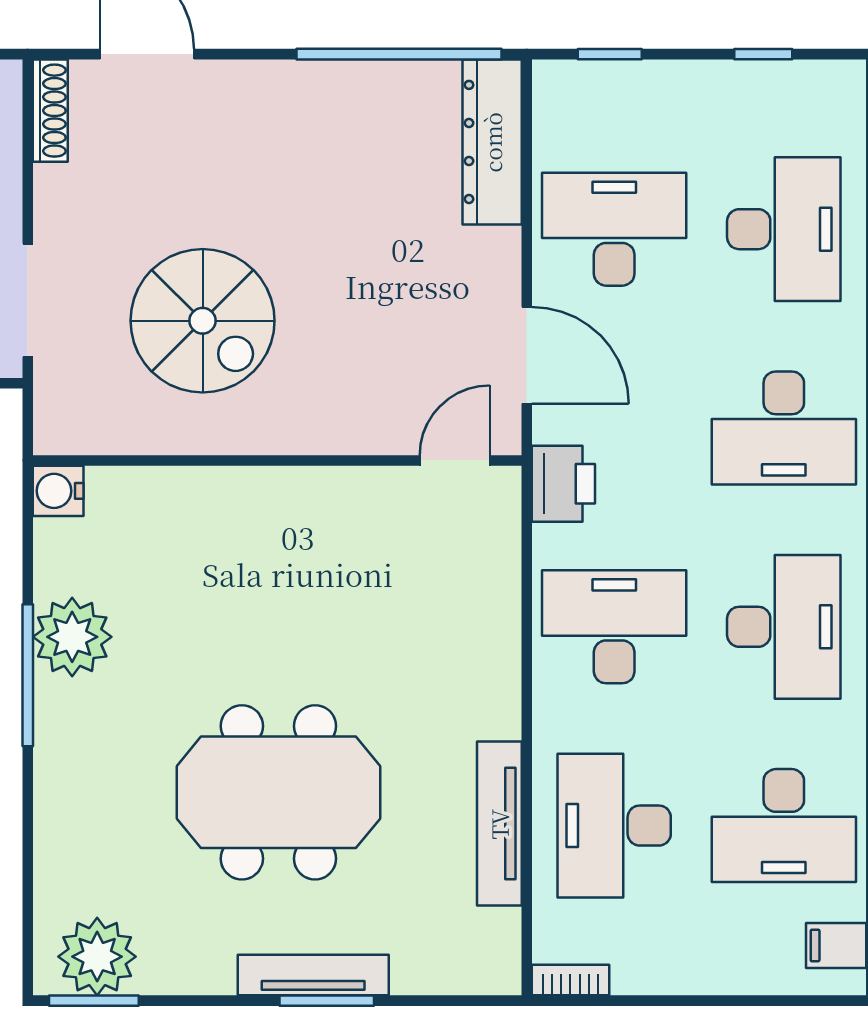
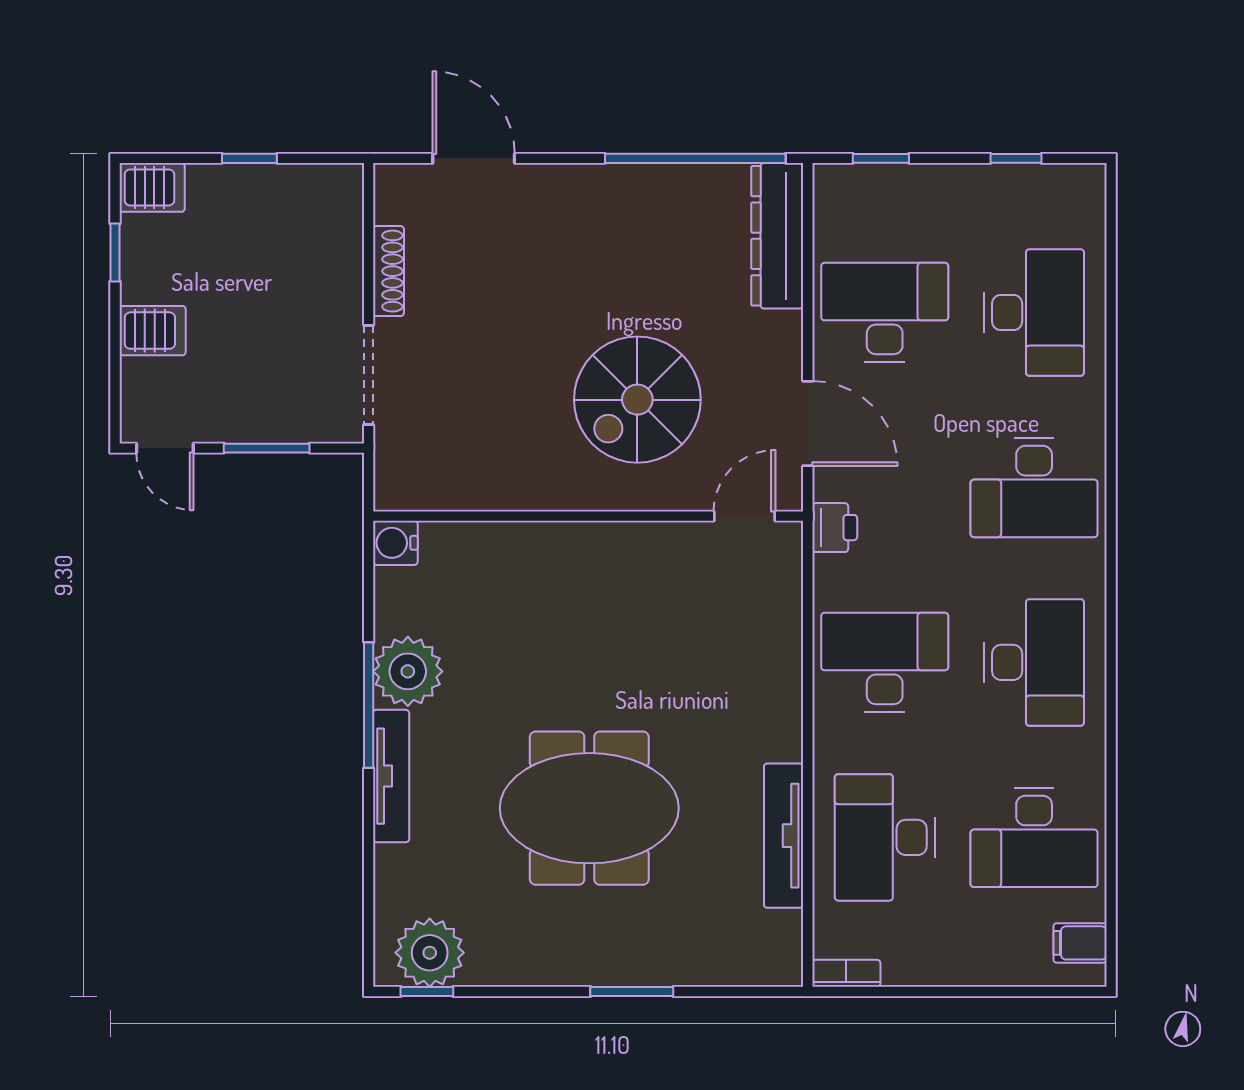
shoe rack: (50, 111) -> (388, 271), moved
spiral stairs: (203, 321) -> (637, 400), moved, turned 90
printer: (563, 484) -> (835, 528), width x0.73, depth x0.81
tv unit: (313, 975) -> (391, 776), moved, turned 90
window: (94, 1001) -> (427, 991), width x0.67

